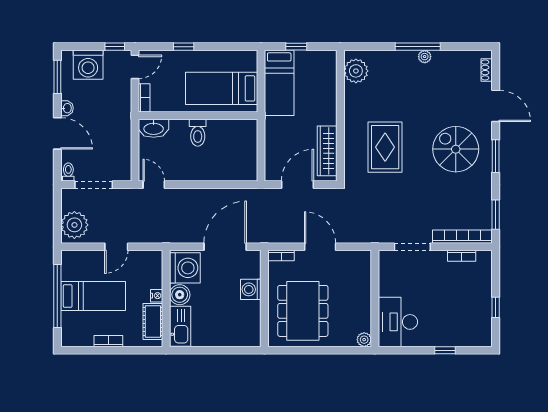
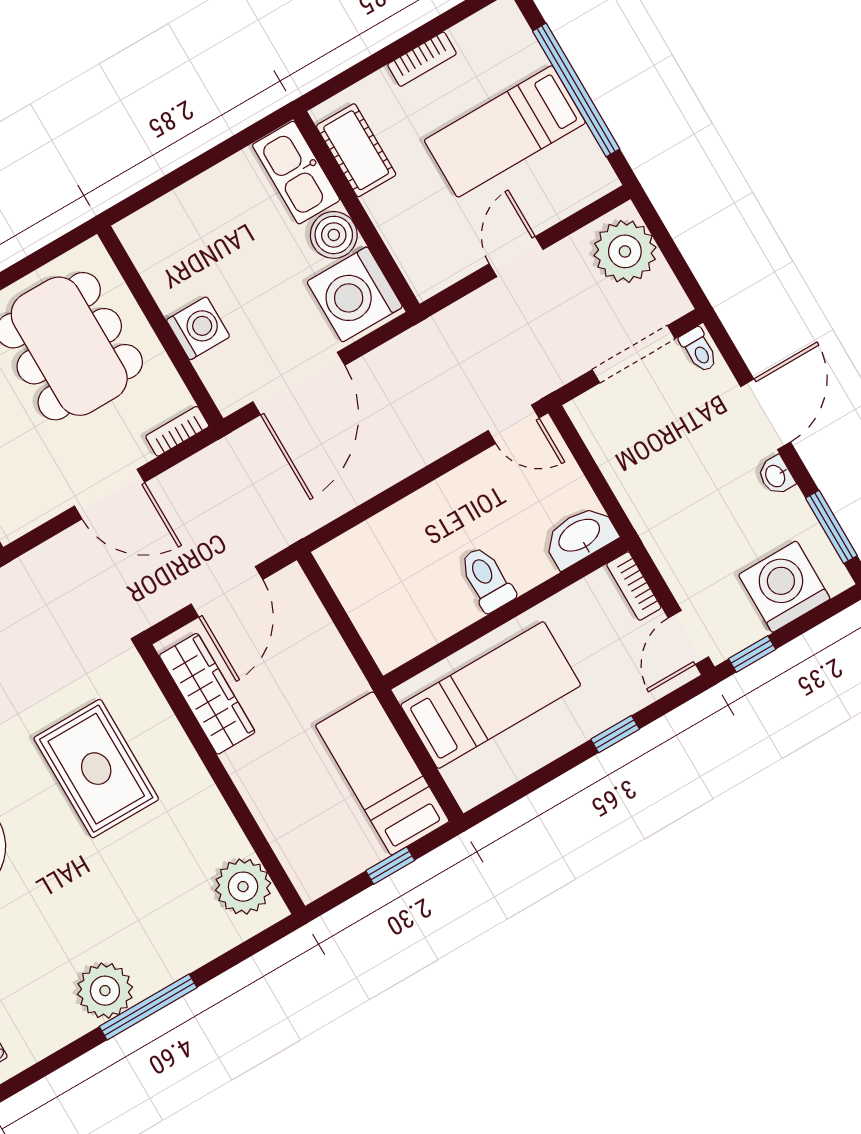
plant: (425, 57) -> (105, 991), width x1.87, depth x1.87
door: (57, 133) -> (766, 414), swing flipped
nightstand: (157, 296) -> (379, 206), removed

